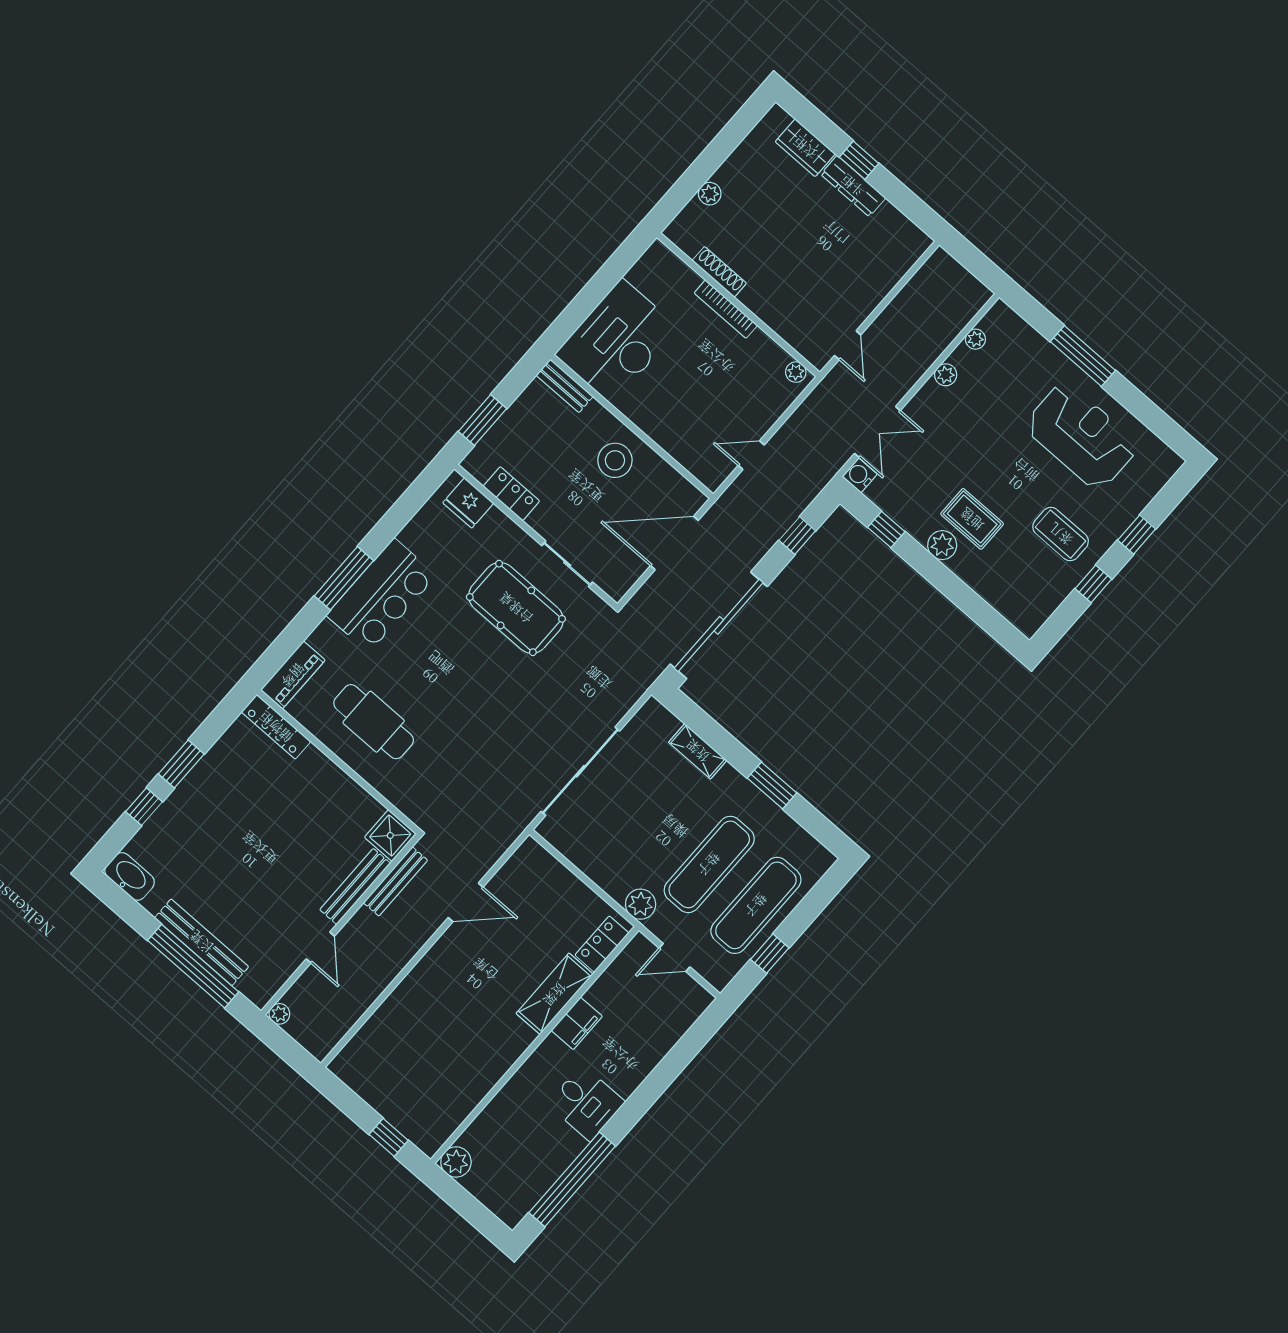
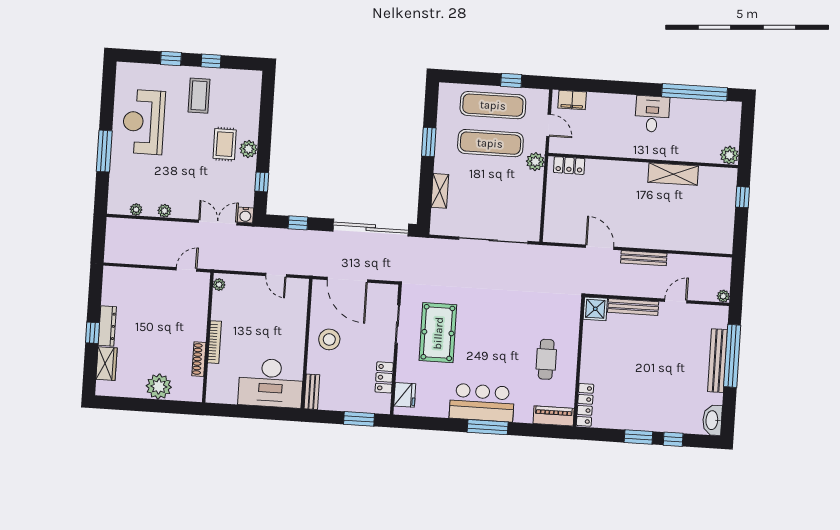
plant: (710, 194) -> (159, 386), width x1.87, depth x1.87
cafe table: (374, 722) -> (546, 359), width x0.73, depth x0.74
bench: (396, 881) -> (644, 258), moved
shelving: (555, 994) -> (673, 174), moved
filing cabinet: (577, 1023) -> (572, 100), moved, turned 180

